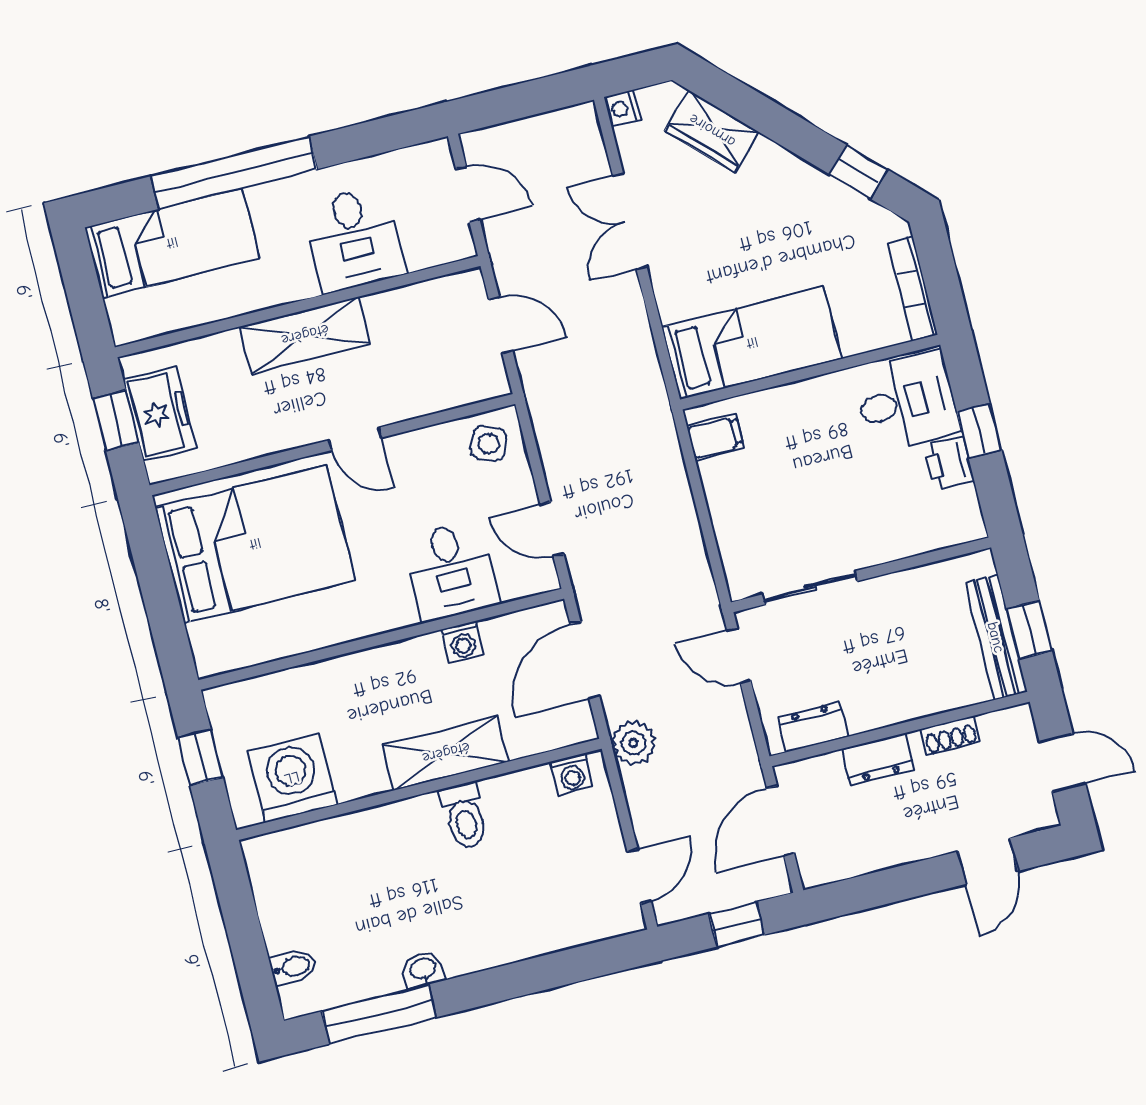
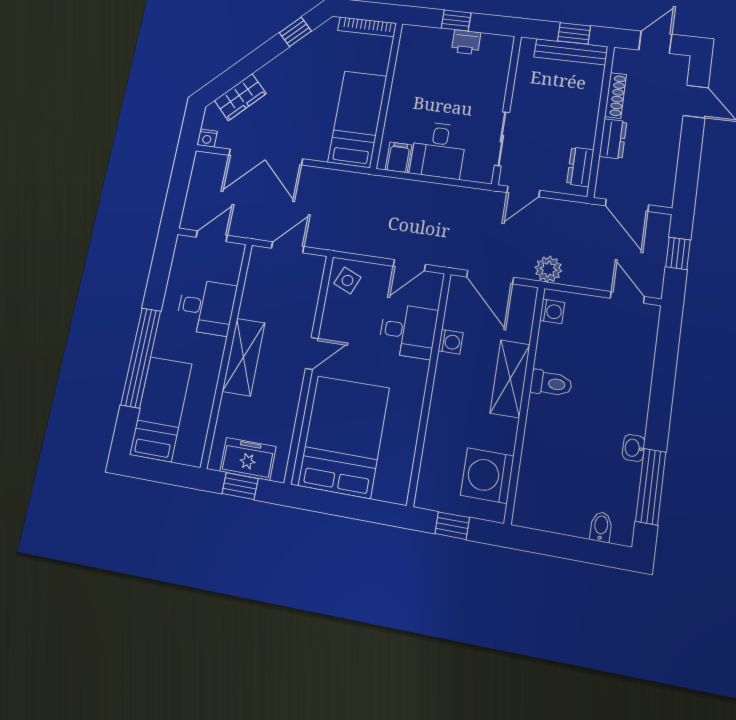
double door: (630, 221) -> (266, 157), width x1.37
desk: (907, 402) -> (438, 150), moved, turned 180
shoe rack: (950, 735) -> (616, 95), width x1.43

